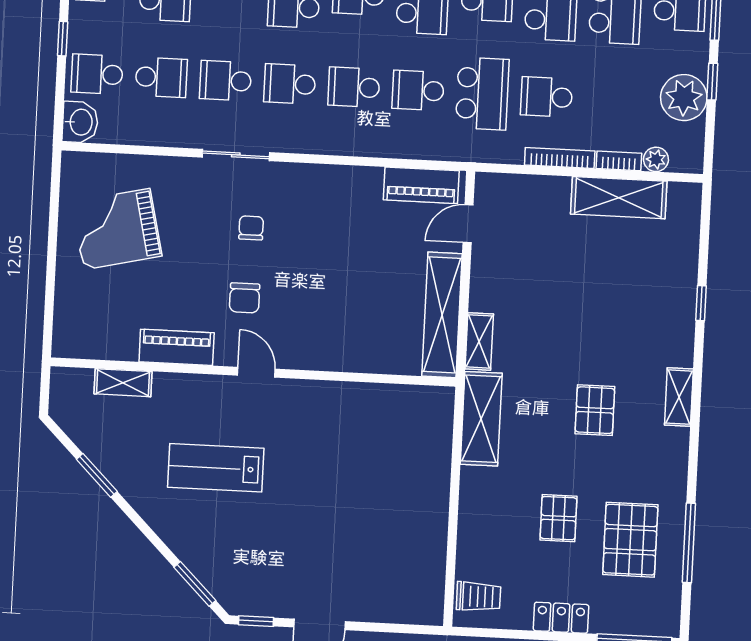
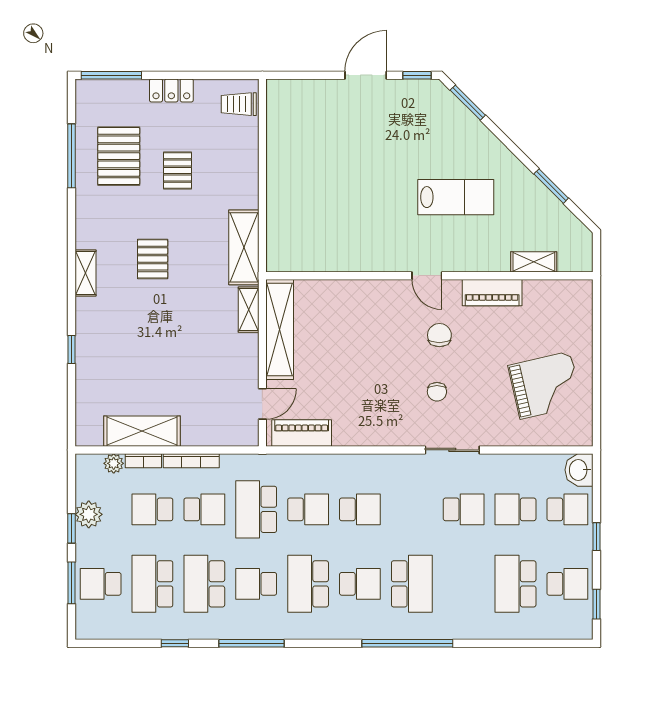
school desk: (290, 84) -> (152, 509), moved, turned 180
plant: (684, 98) -> (89, 514), width x0.73, depth x0.73

